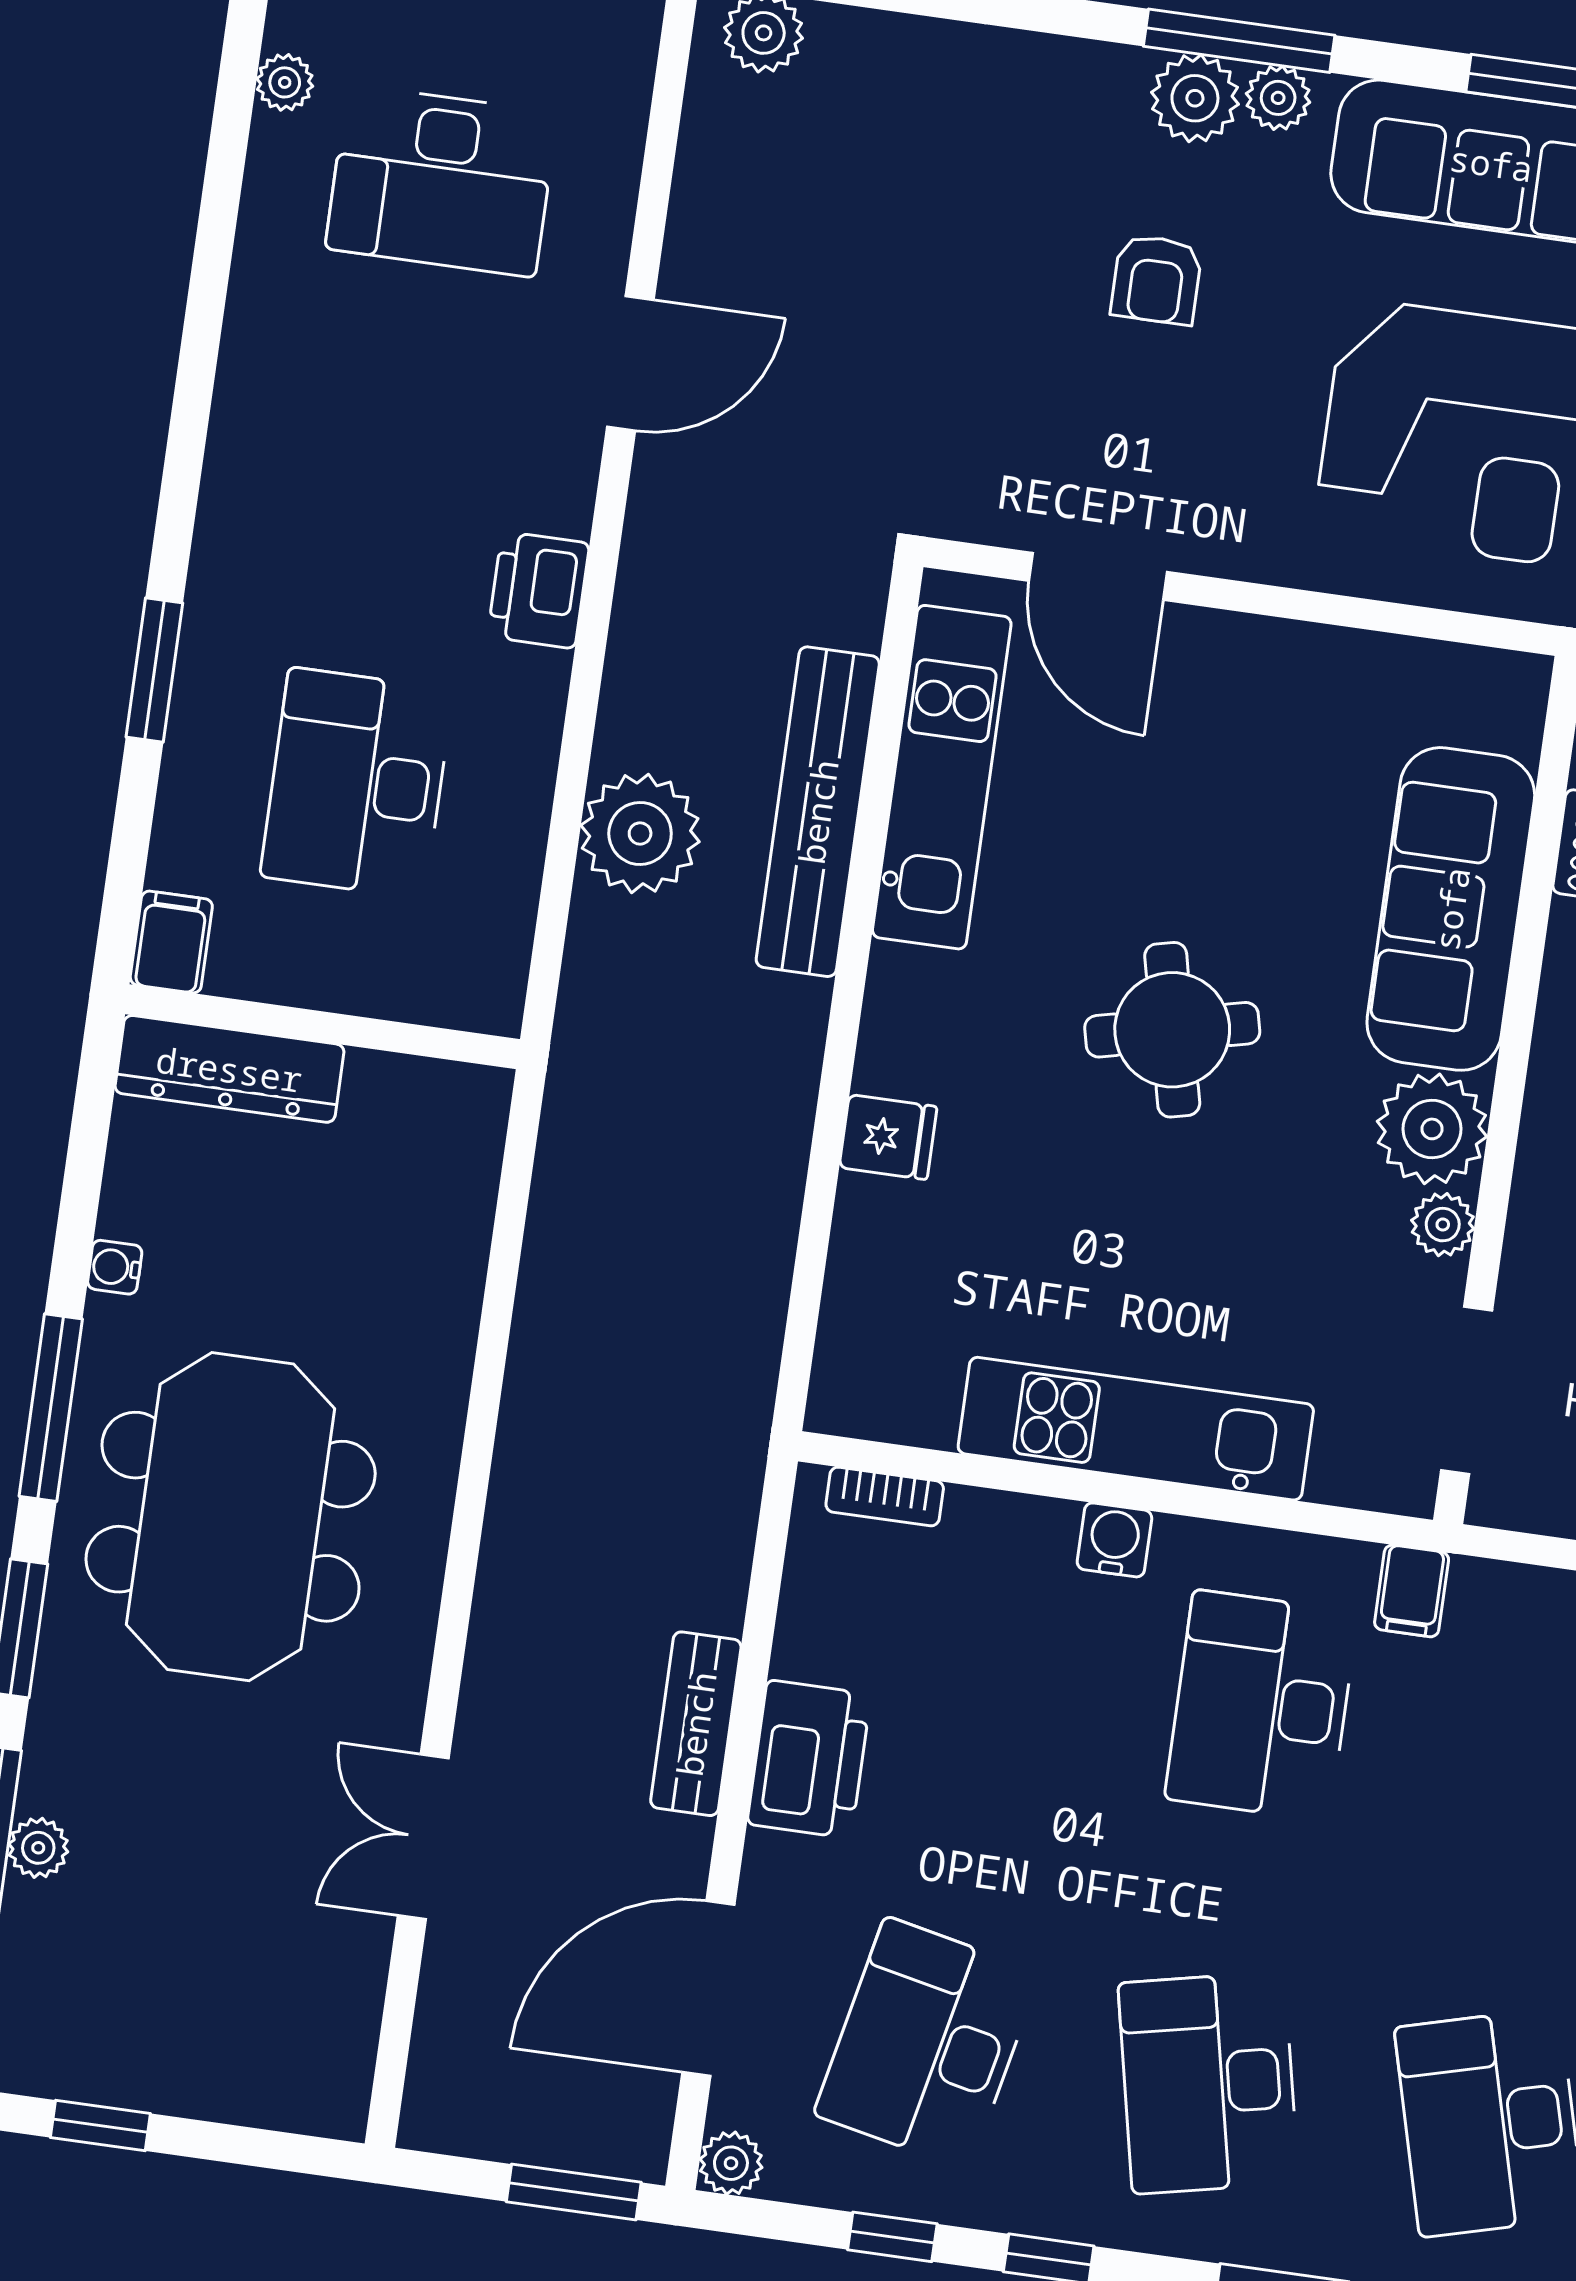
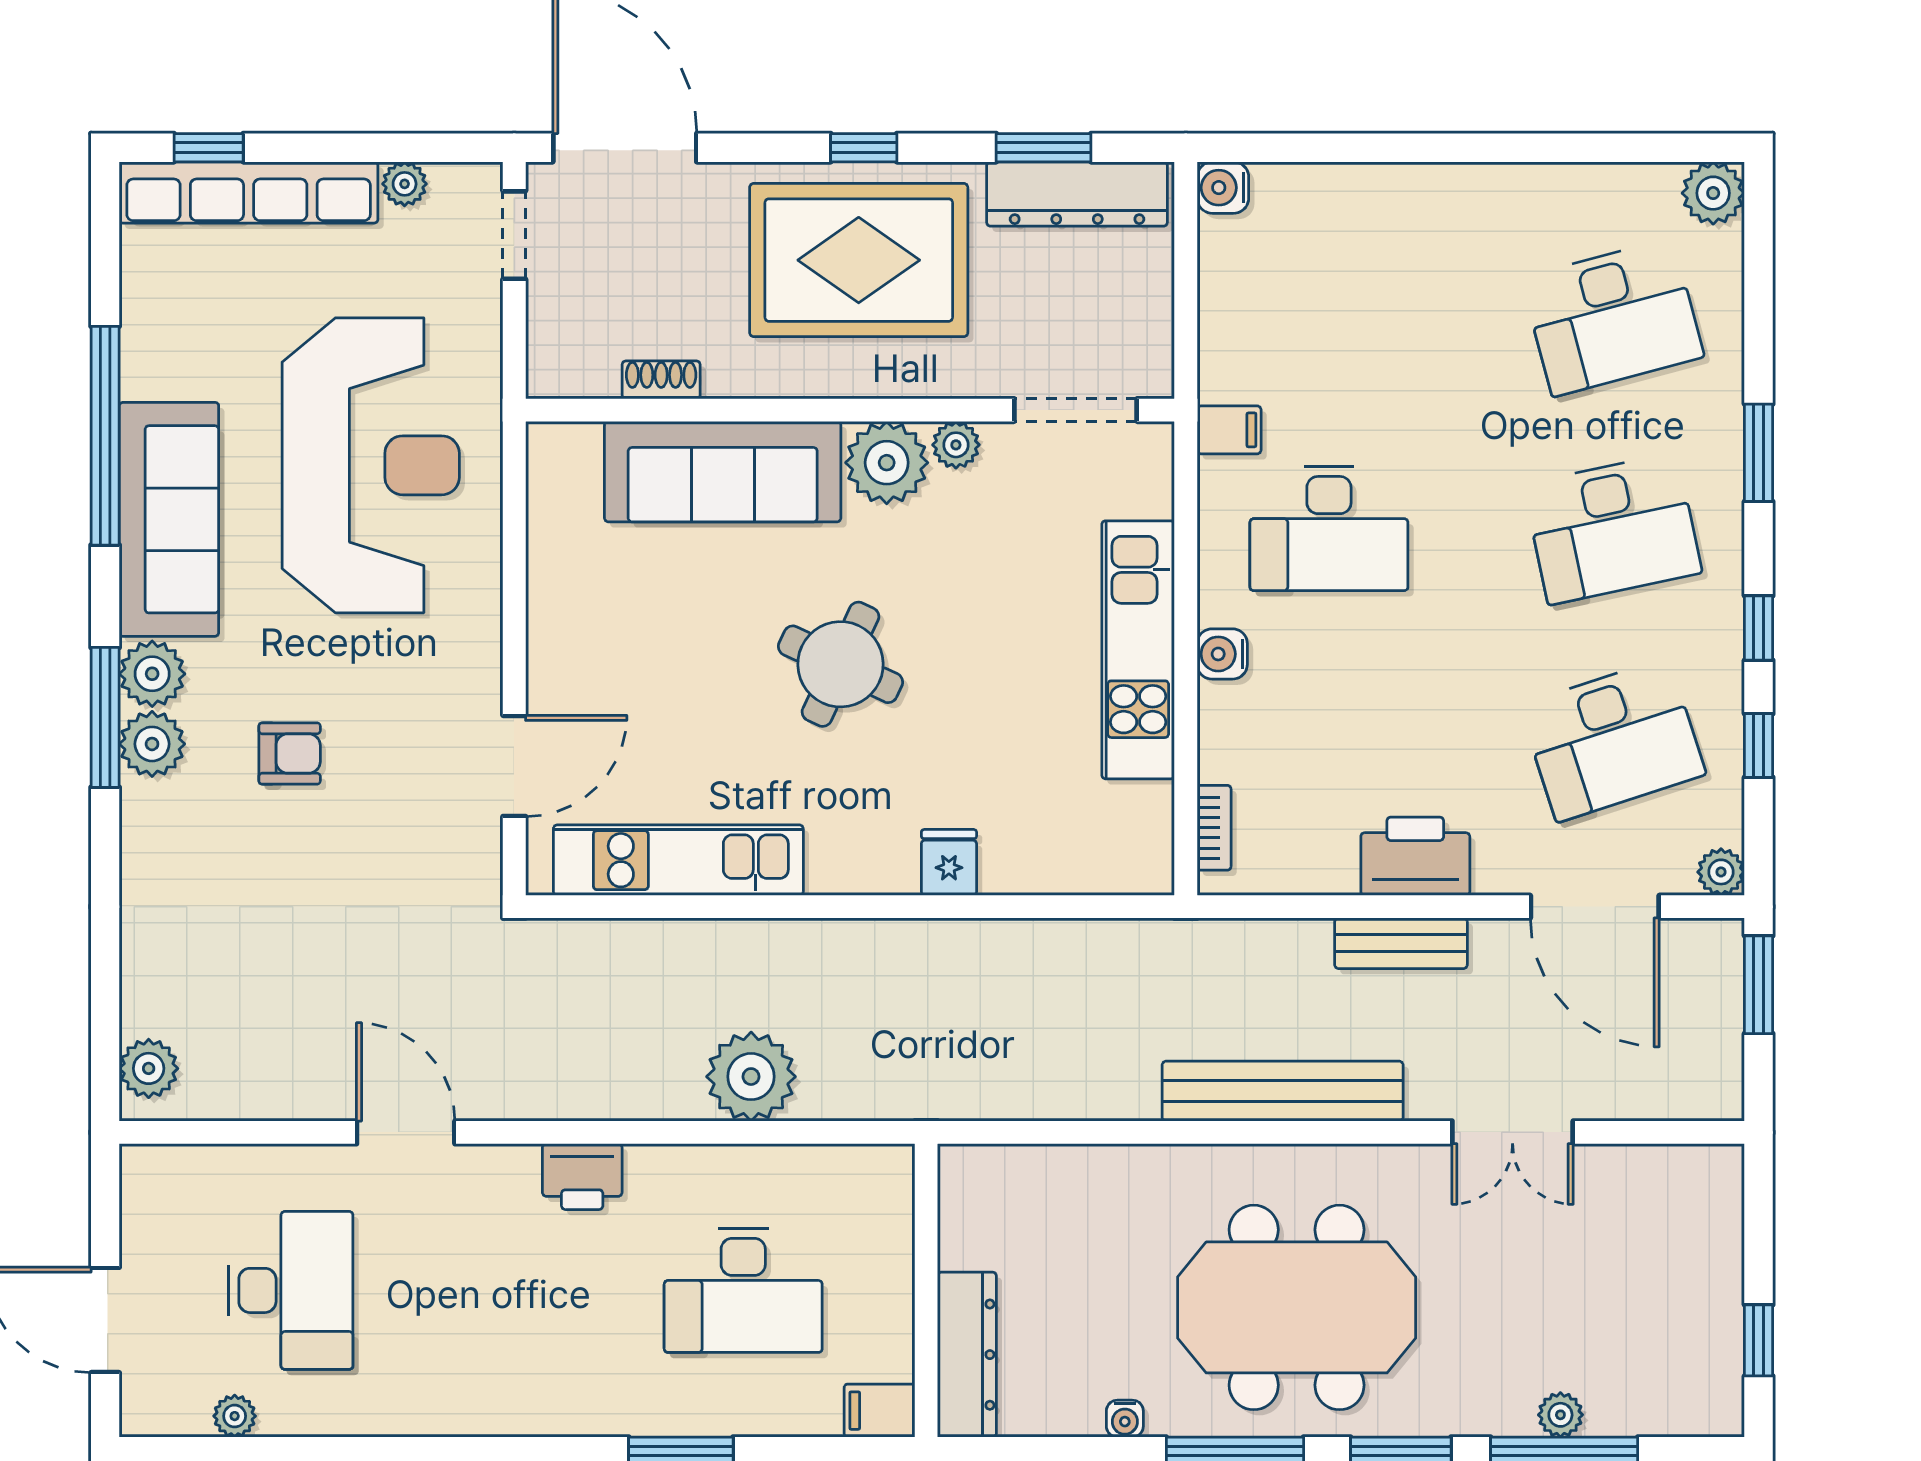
plant: (1278, 98) -> (152, 674), width x1.38, depth x1.38
bench: (818, 812) -> (1283, 1091), moved
round table: (1172, 1030) -> (840, 664), turned 38
desk: (927, 2043) -> (1613, 740), turned -30

